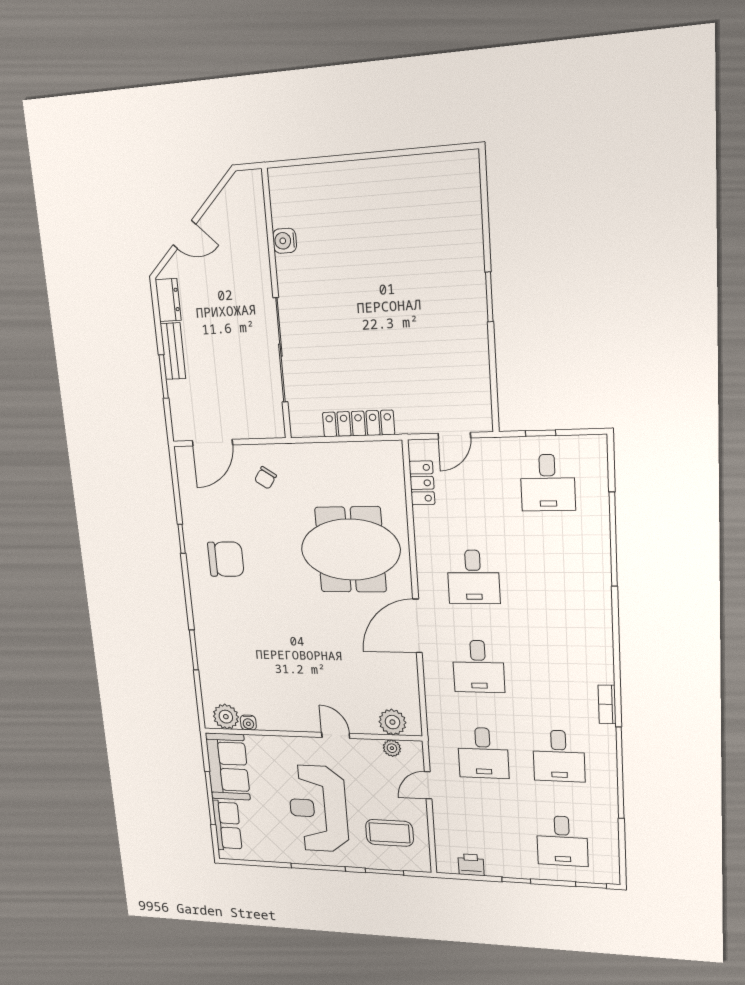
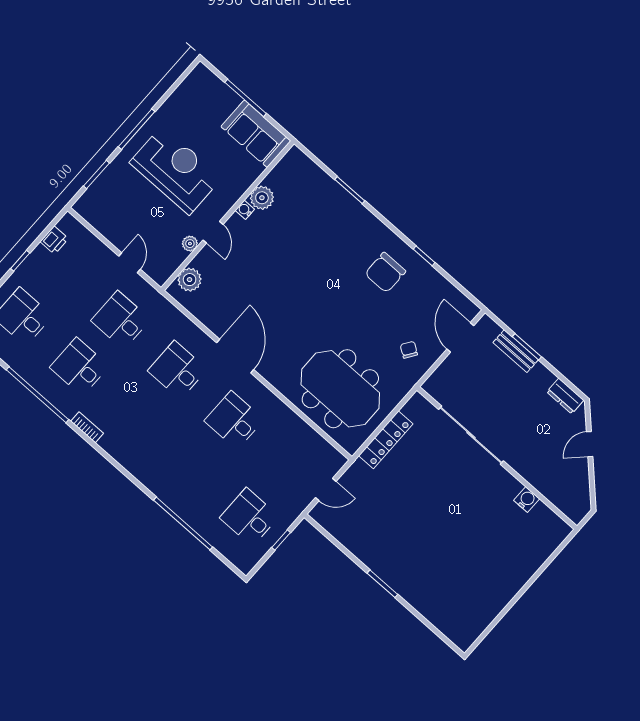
bench: (173, 351) -> (516, 351), moved
door: (454, 436) -> (326, 490), swing flipped
locker: (422, 483) -> (317, 444), removed
meeting table: (351, 550) -> (340, 389), moved, turned 90
plant: (226, 717) -> (262, 198), moved
water cooler: (248, 723) -> (245, 210), moved
door: (336, 735) -> (213, 232), hinge flipped
plant: (392, 748) -> (190, 244), moved
row of seats: (227, 825) -> (217, 91), removed
coffee table: (389, 833) -> (120, 205), removed

